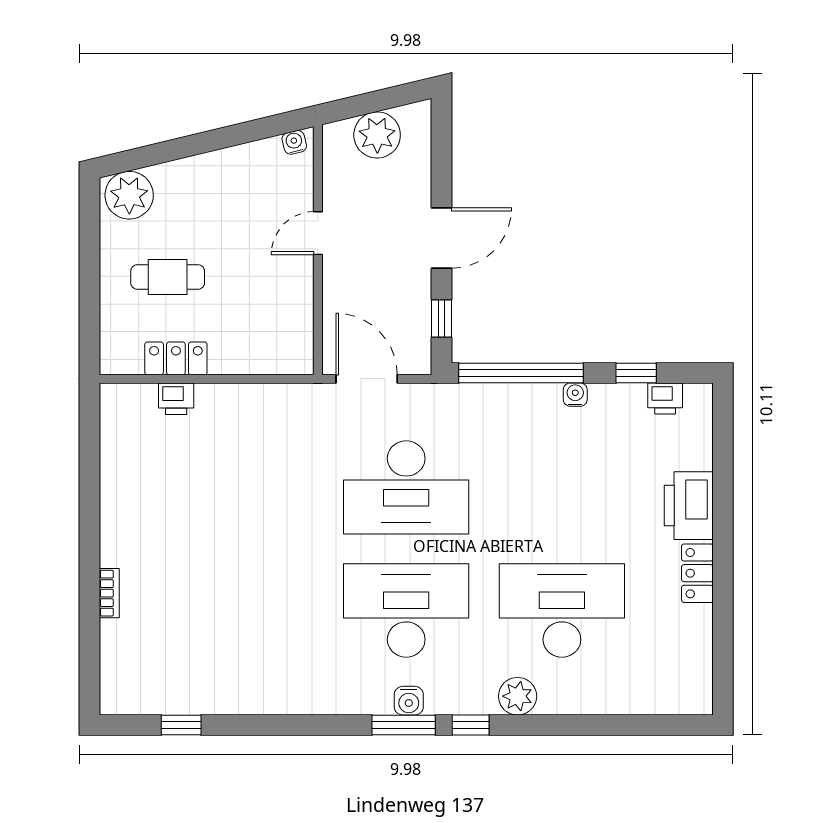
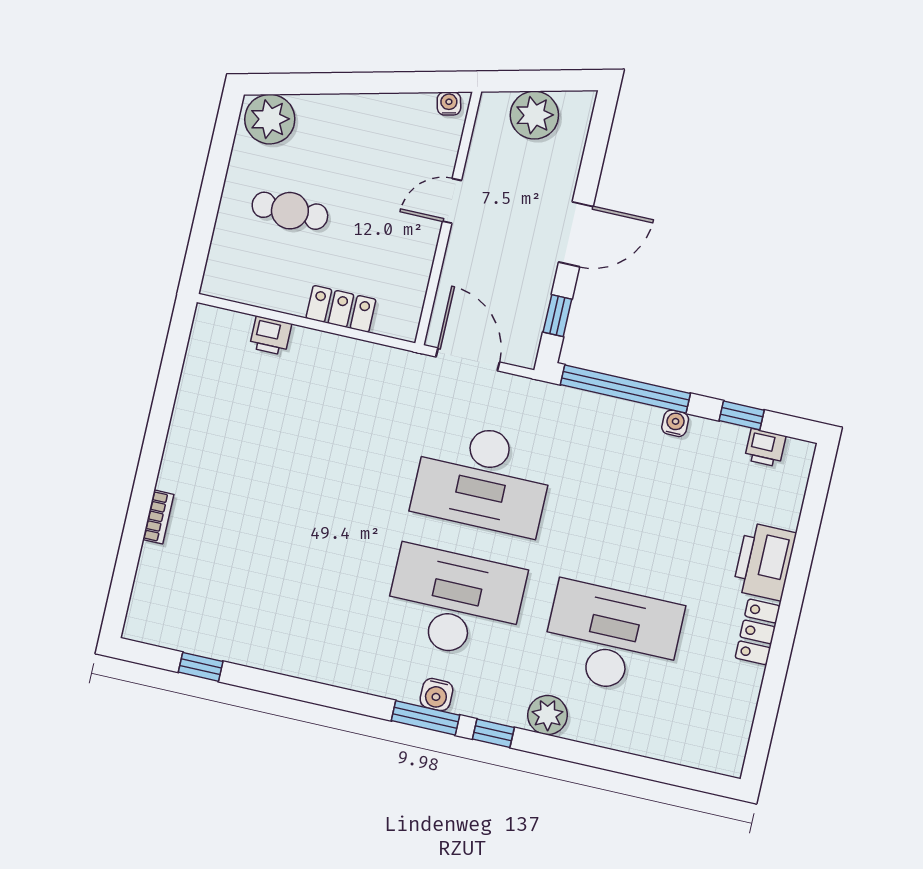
locker: (176, 358) -> (341, 309), moved

